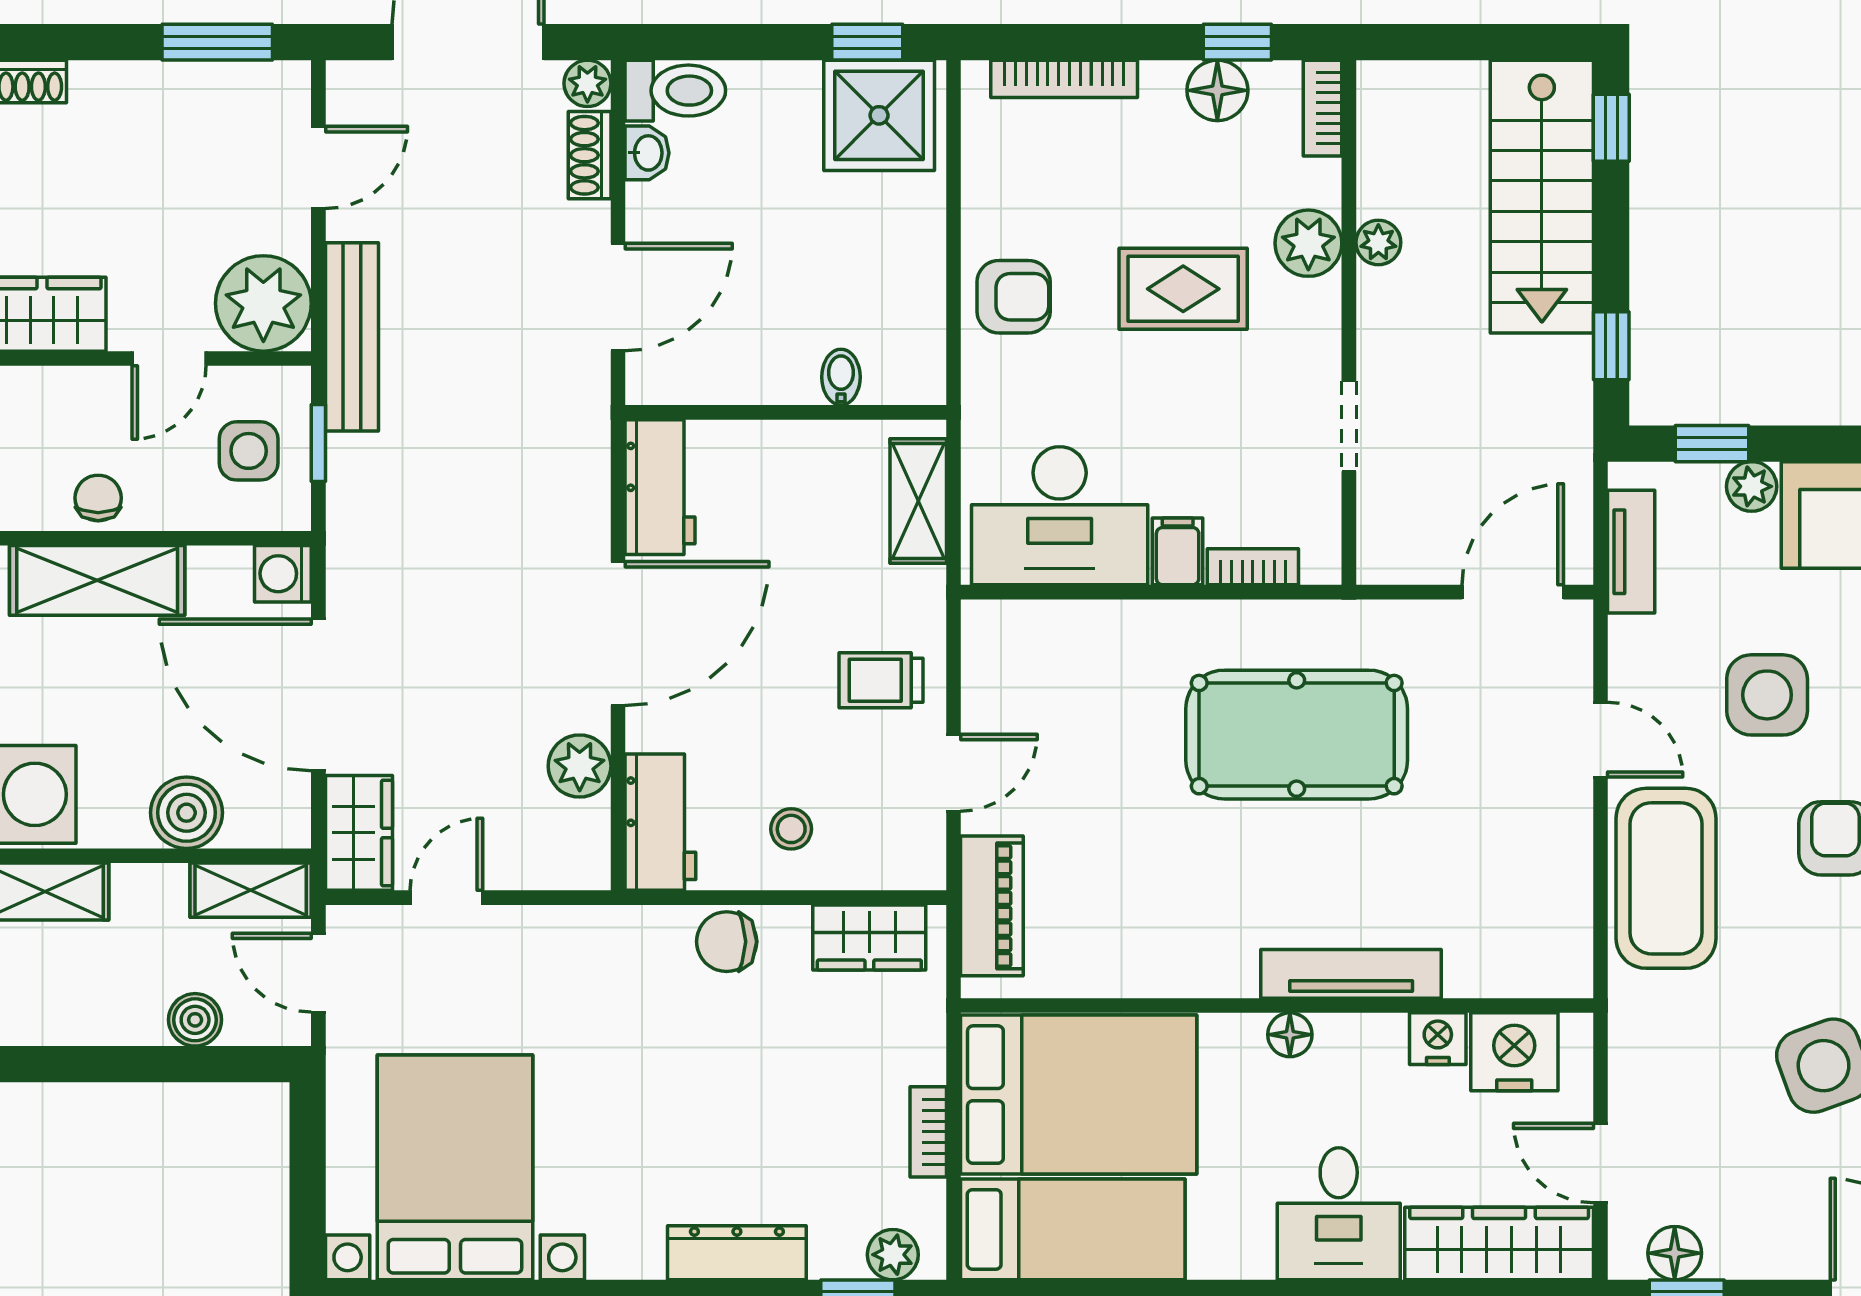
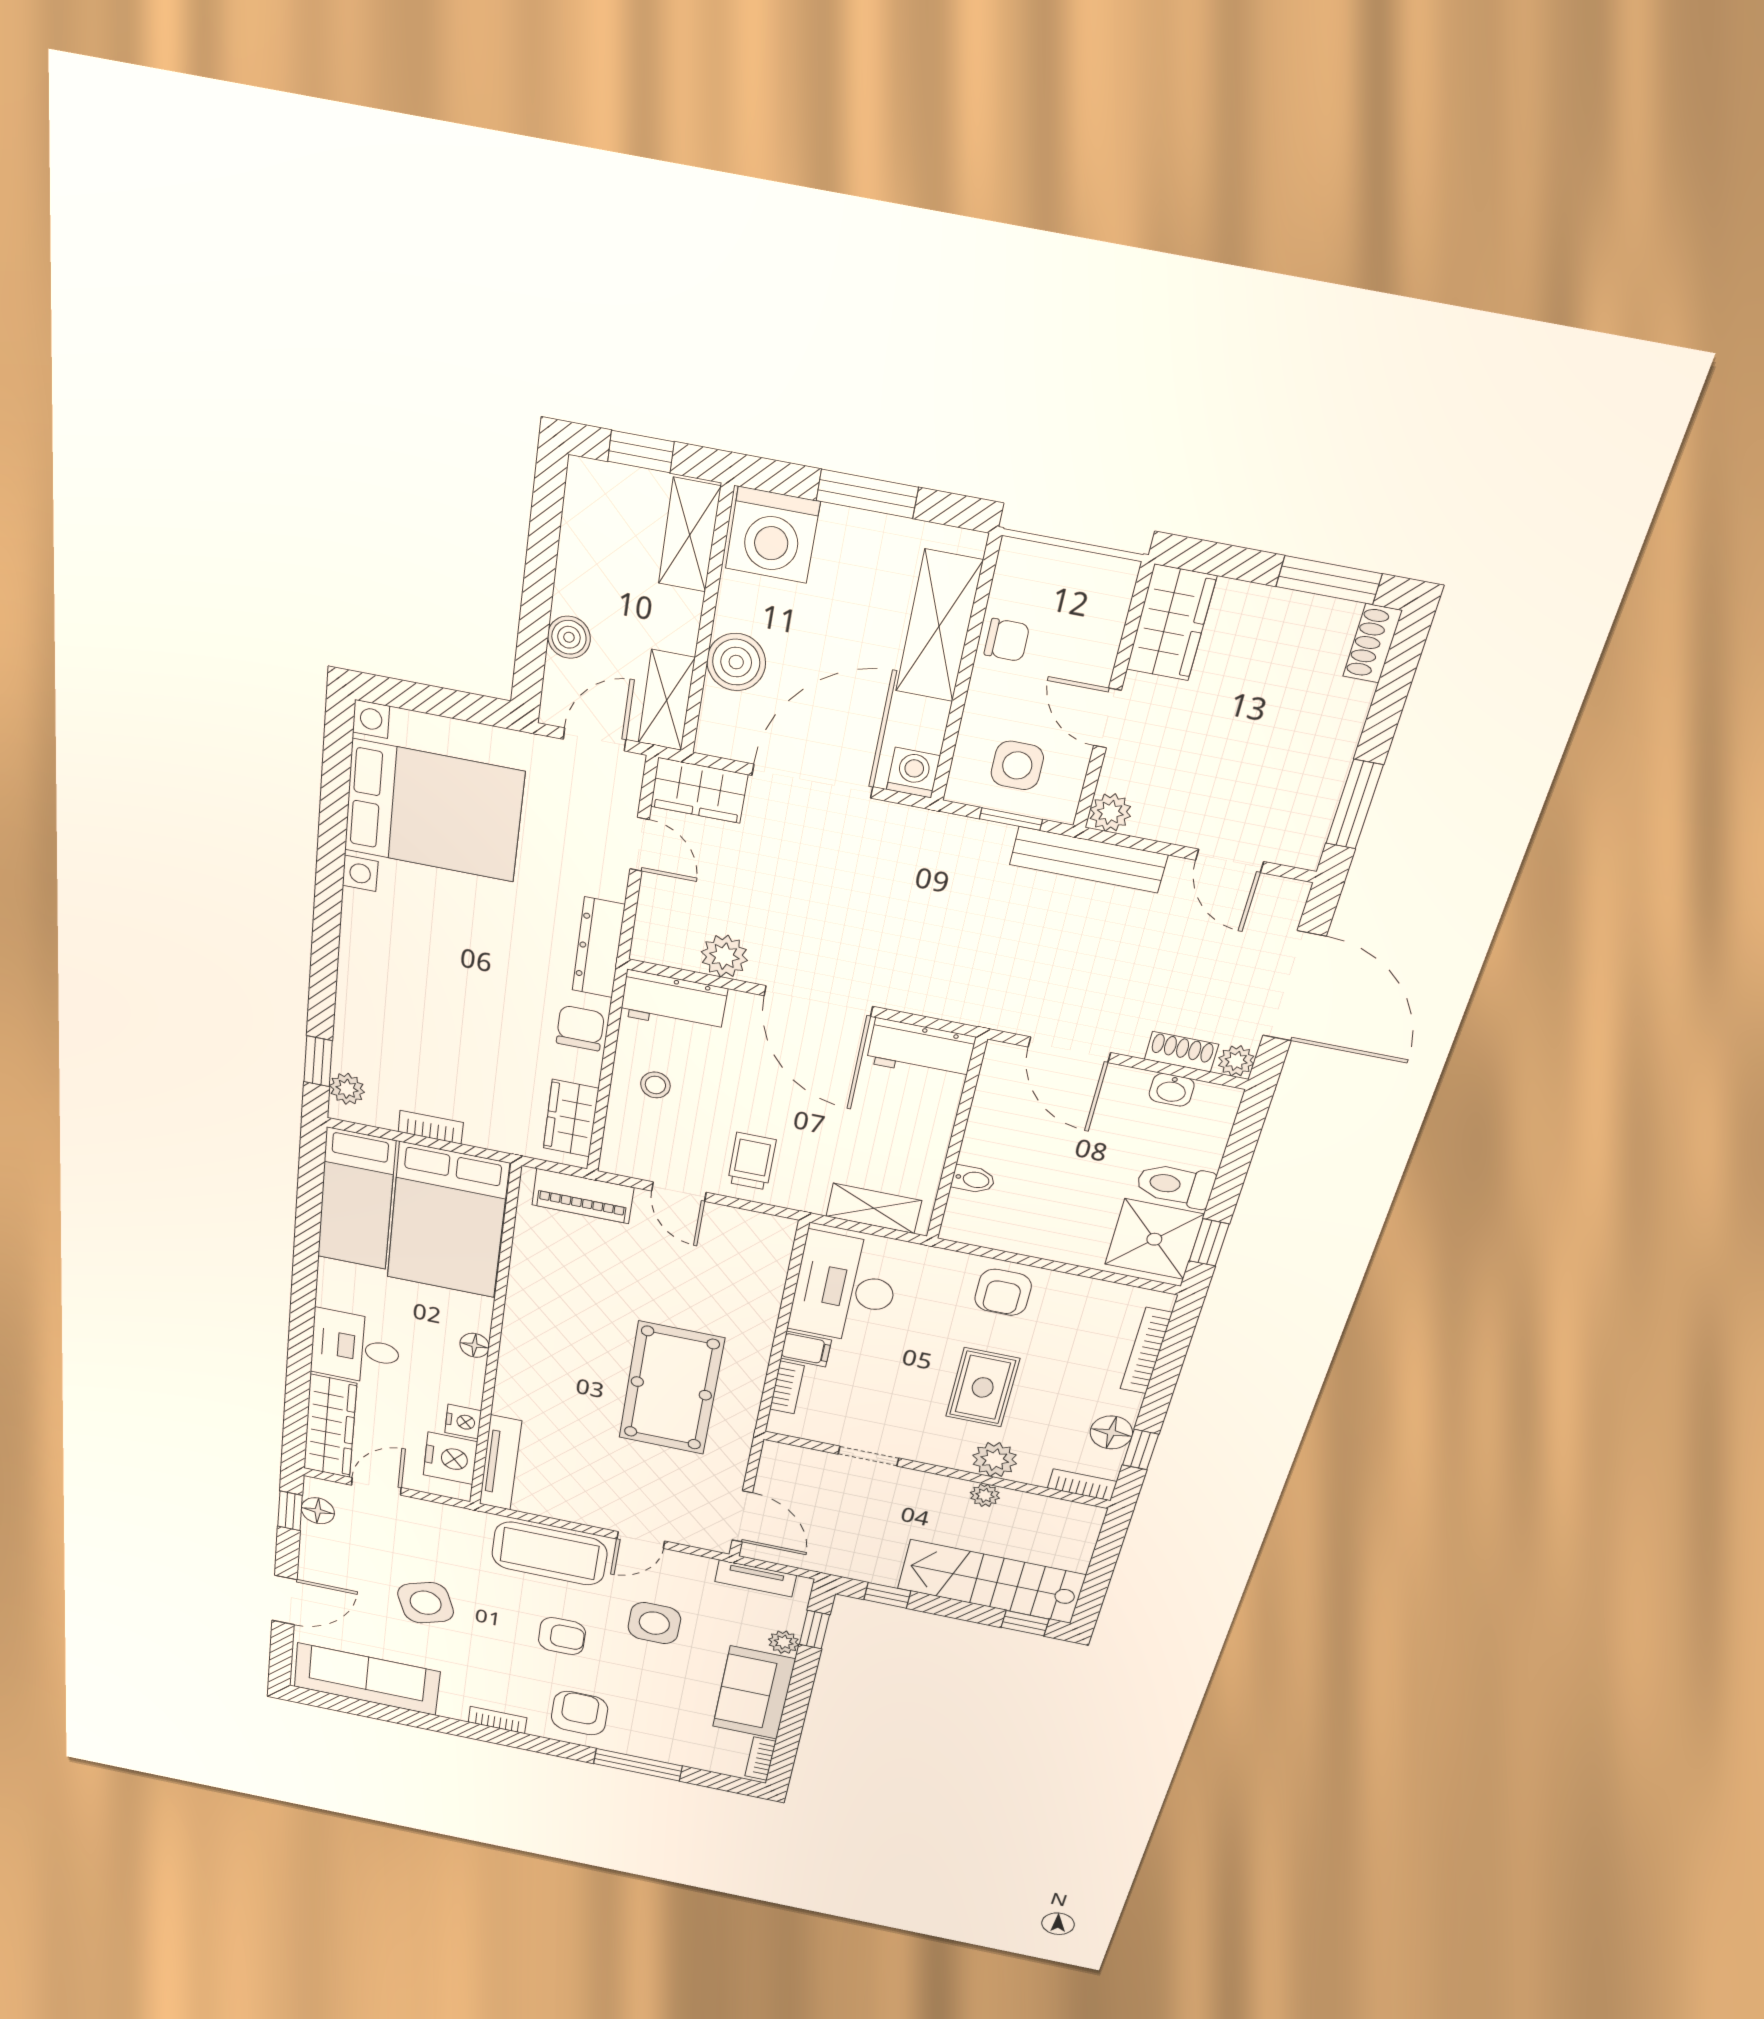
toilet: (675, 91) -> (1175, 1185), moved, turned 90
plant: (263, 303) -> (1110, 812), width x0.53, depth x0.53
tv unit: (1351, 974) -> (500, 1463), moved
dresser: (737, 1253) -> (599, 948), moved, turned 180

